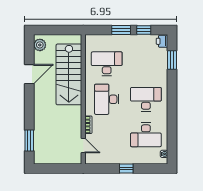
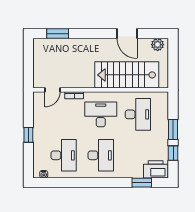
printer: (162, 41) -> (156, 169), width x1.87, depth x1.48
desk: (146, 135) -> (64, 155), turned 180

